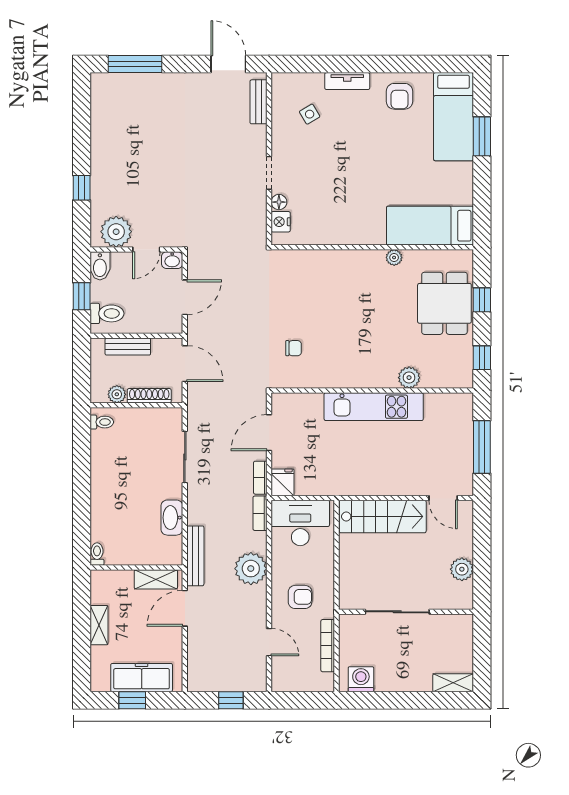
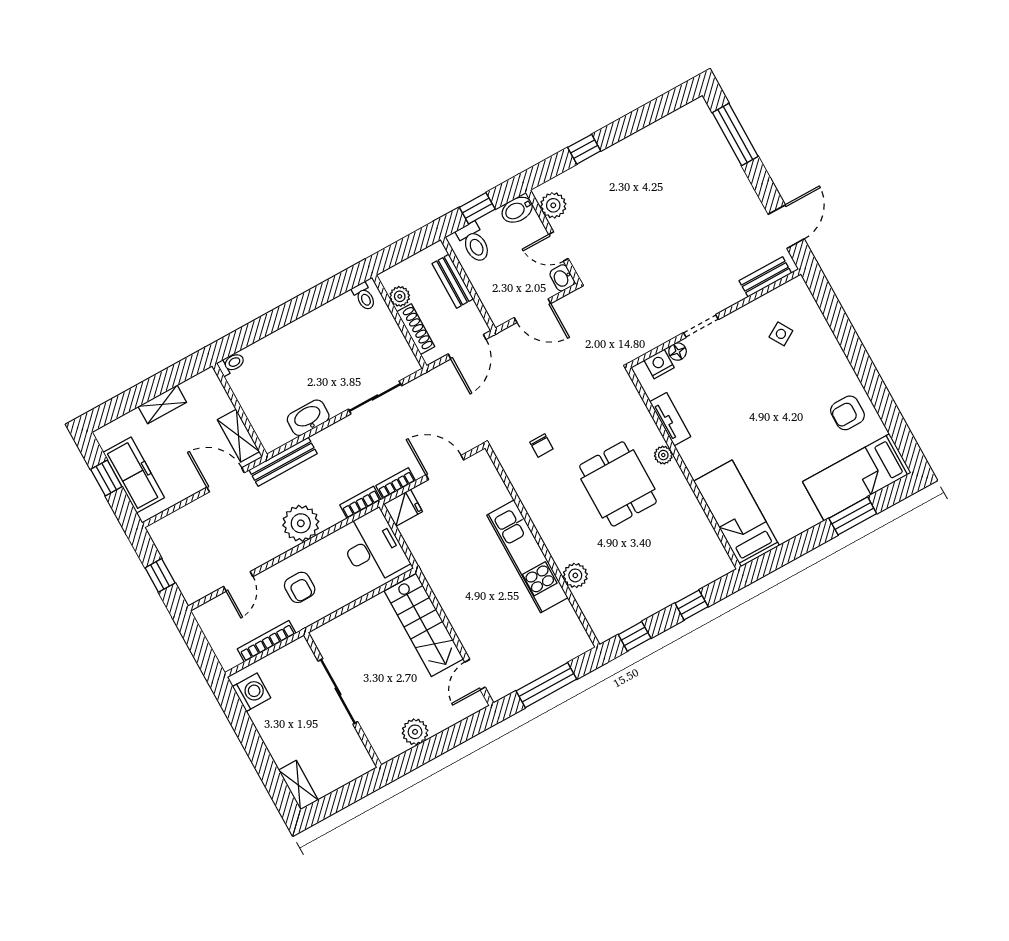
tv unit: (347, 81) -> (670, 419), moved, turned 180
plant: (116, 232) -> (553, 205), width x0.73, depth x0.73
plant: (394, 258) -> (663, 455), moved
dining table: (444, 303) -> (618, 484), moved, turned 90

